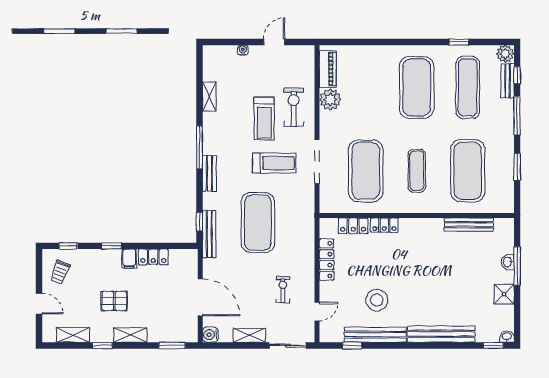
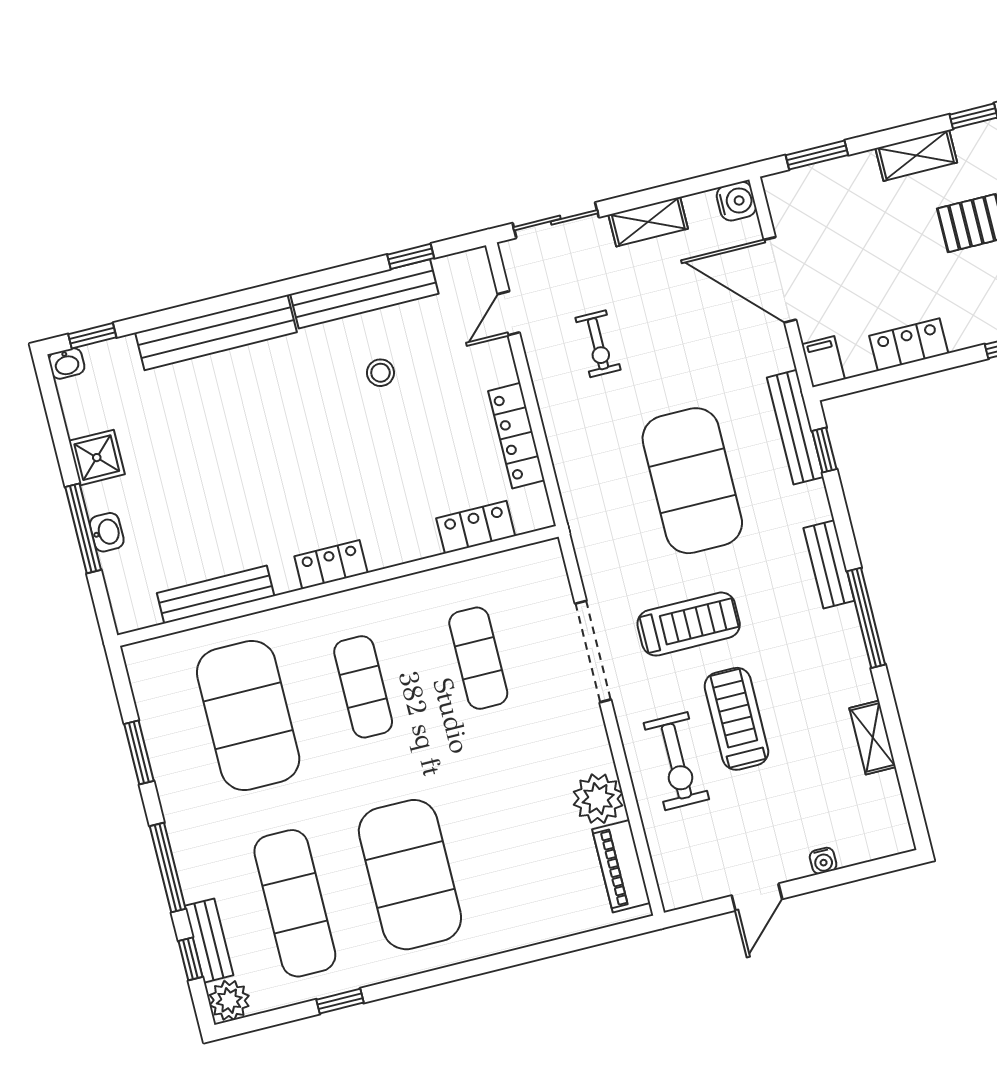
treadmill: (274, 163) -> (689, 624), turned 180
exercise mat: (366, 171) -> (478, 658), width x0.50, depth x0.69
locker: (384, 225) -> (331, 565), moved
filing cabinet: (129, 259) -> (823, 362), moved
stool: (377, 300) -> (380, 373), width x0.53, depth x0.53

